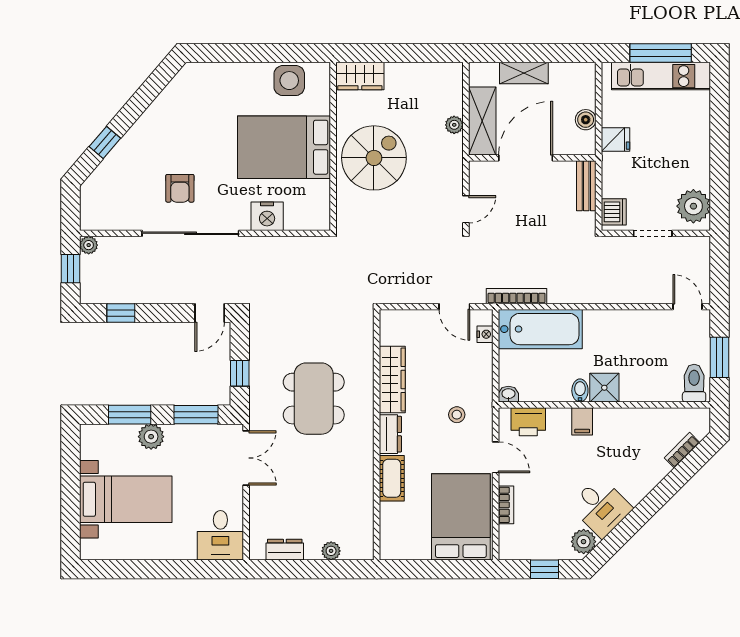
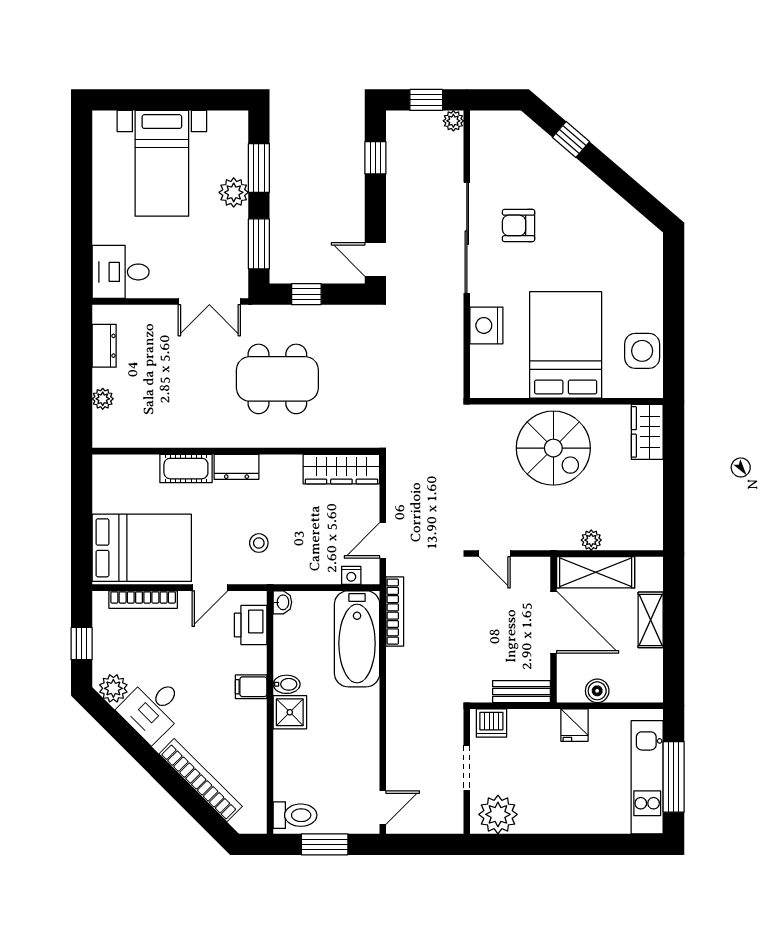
wardrobe: (392, 380) -> (341, 469), moved
bookcase: (682, 450) -> (201, 780), width x2.31, depth x1.31
bookcase: (506, 505) -> (143, 600), width x1.56

